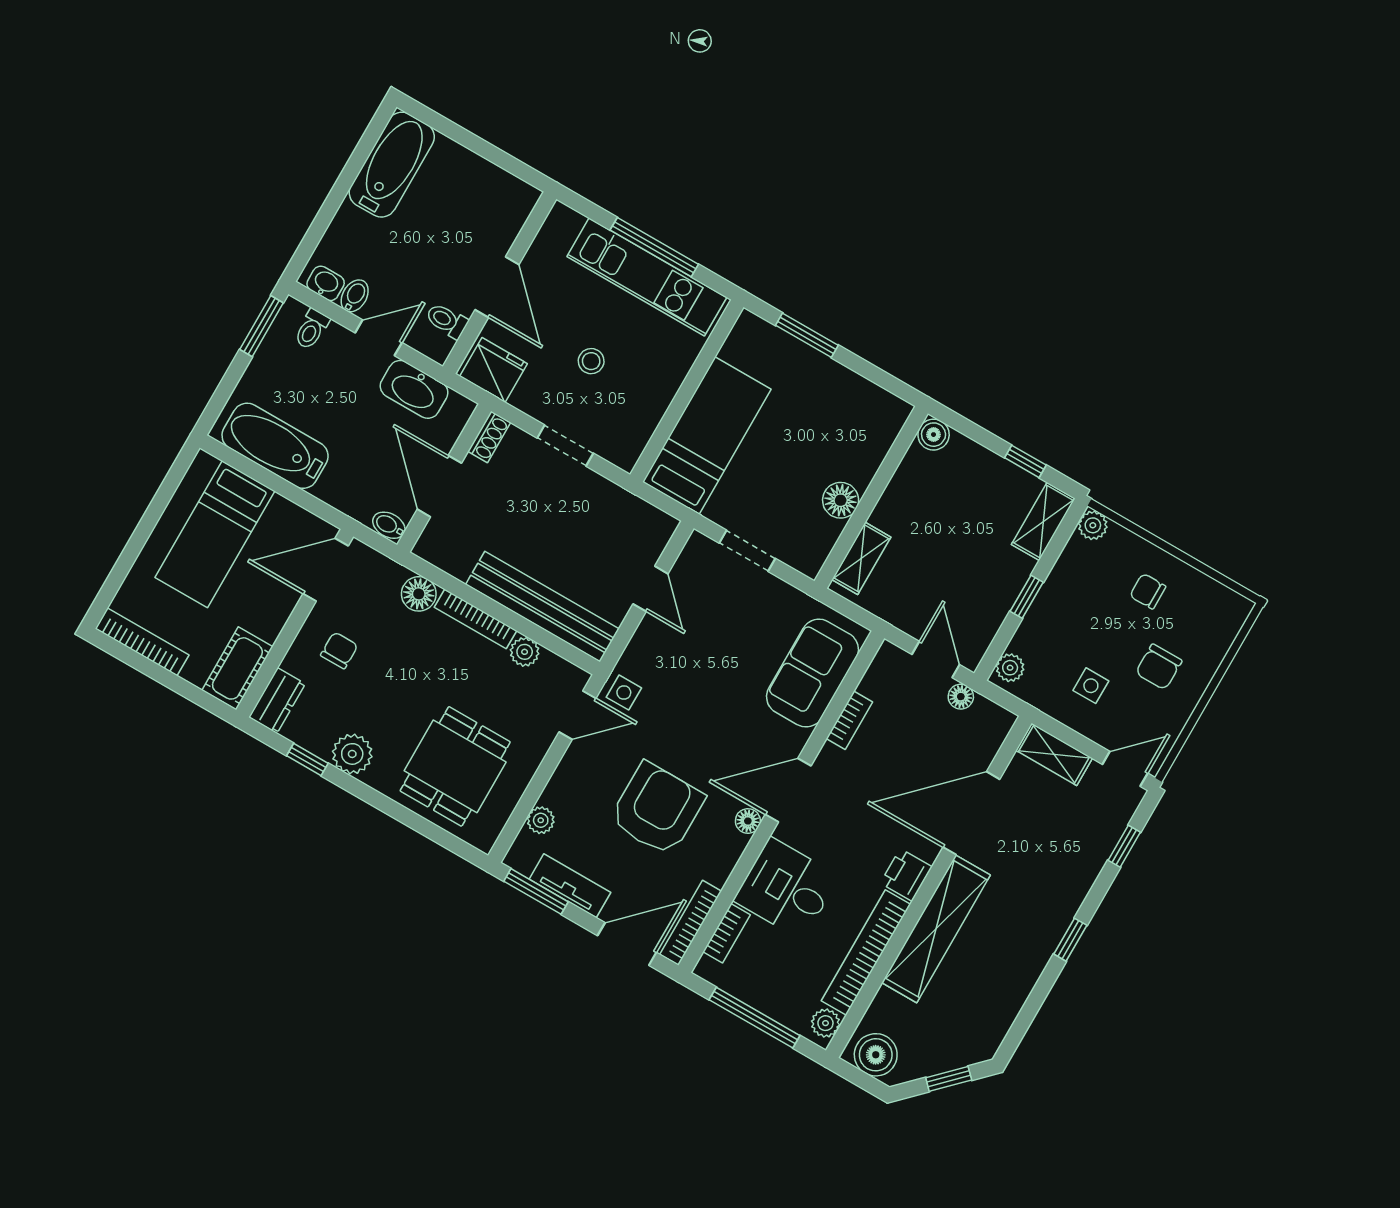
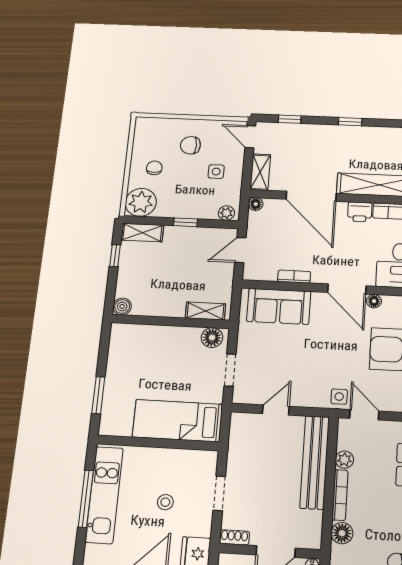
floor lamp: (841, 500) -> (212, 338), moved
plant: (1093, 525) -> (141, 202), width x1.88, depth x1.88
chair: (1148, 591) -> (154, 168), turned 180
chair: (1159, 667) -> (190, 145), turned 180
floor lamp: (961, 697) -> (256, 204), moved

